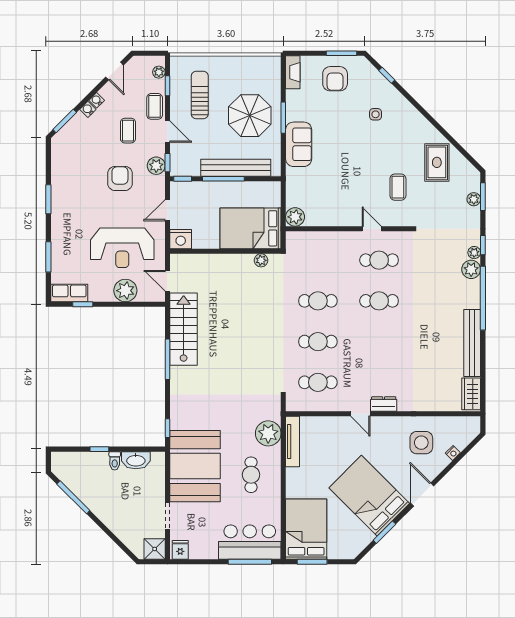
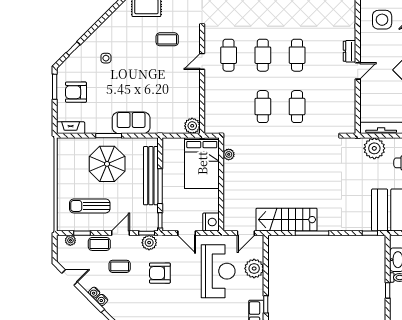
armchair: (335, 79) -> (76, 92), turned 180
cafe table: (318, 382) -> (297, 55), moved

